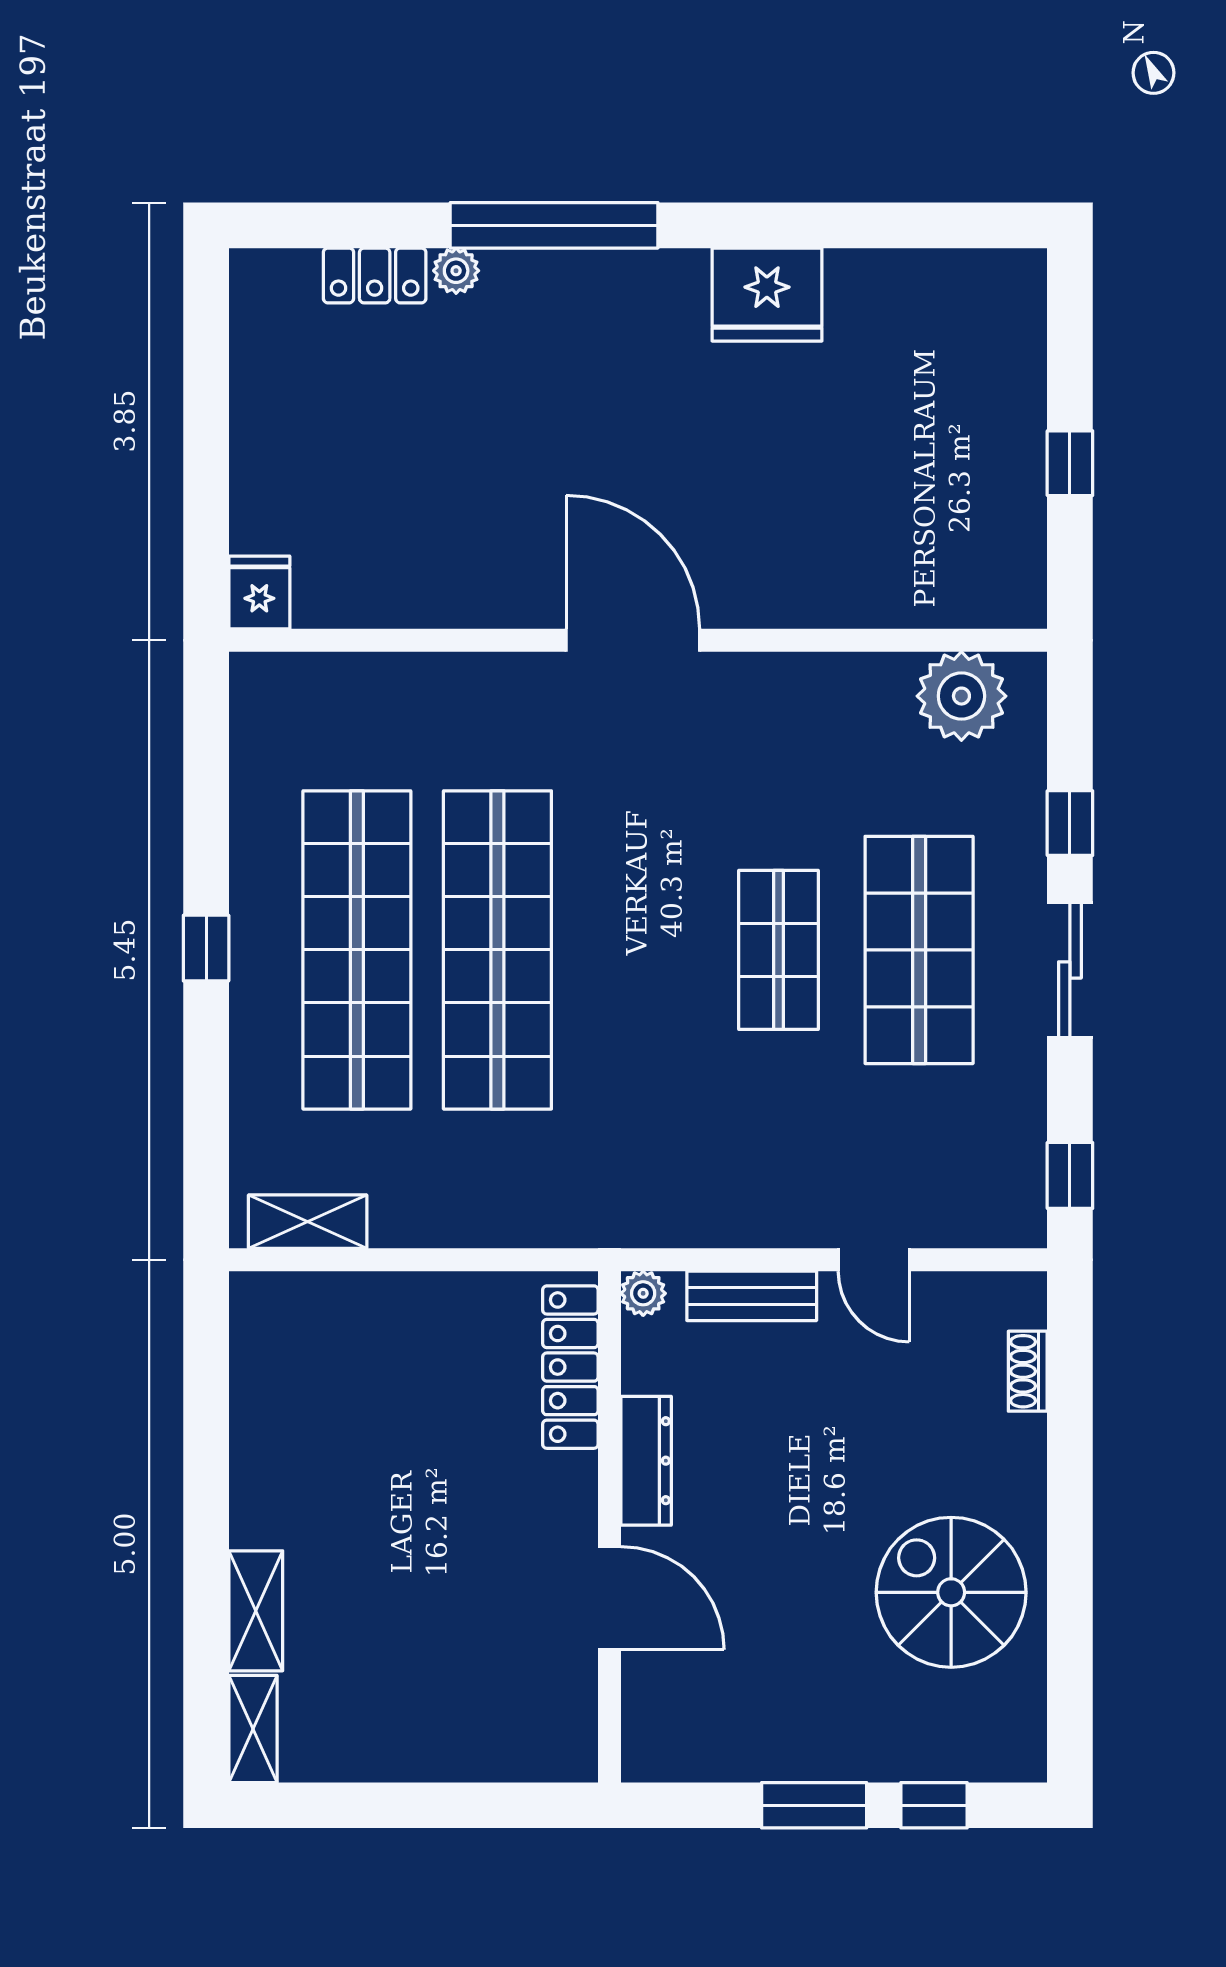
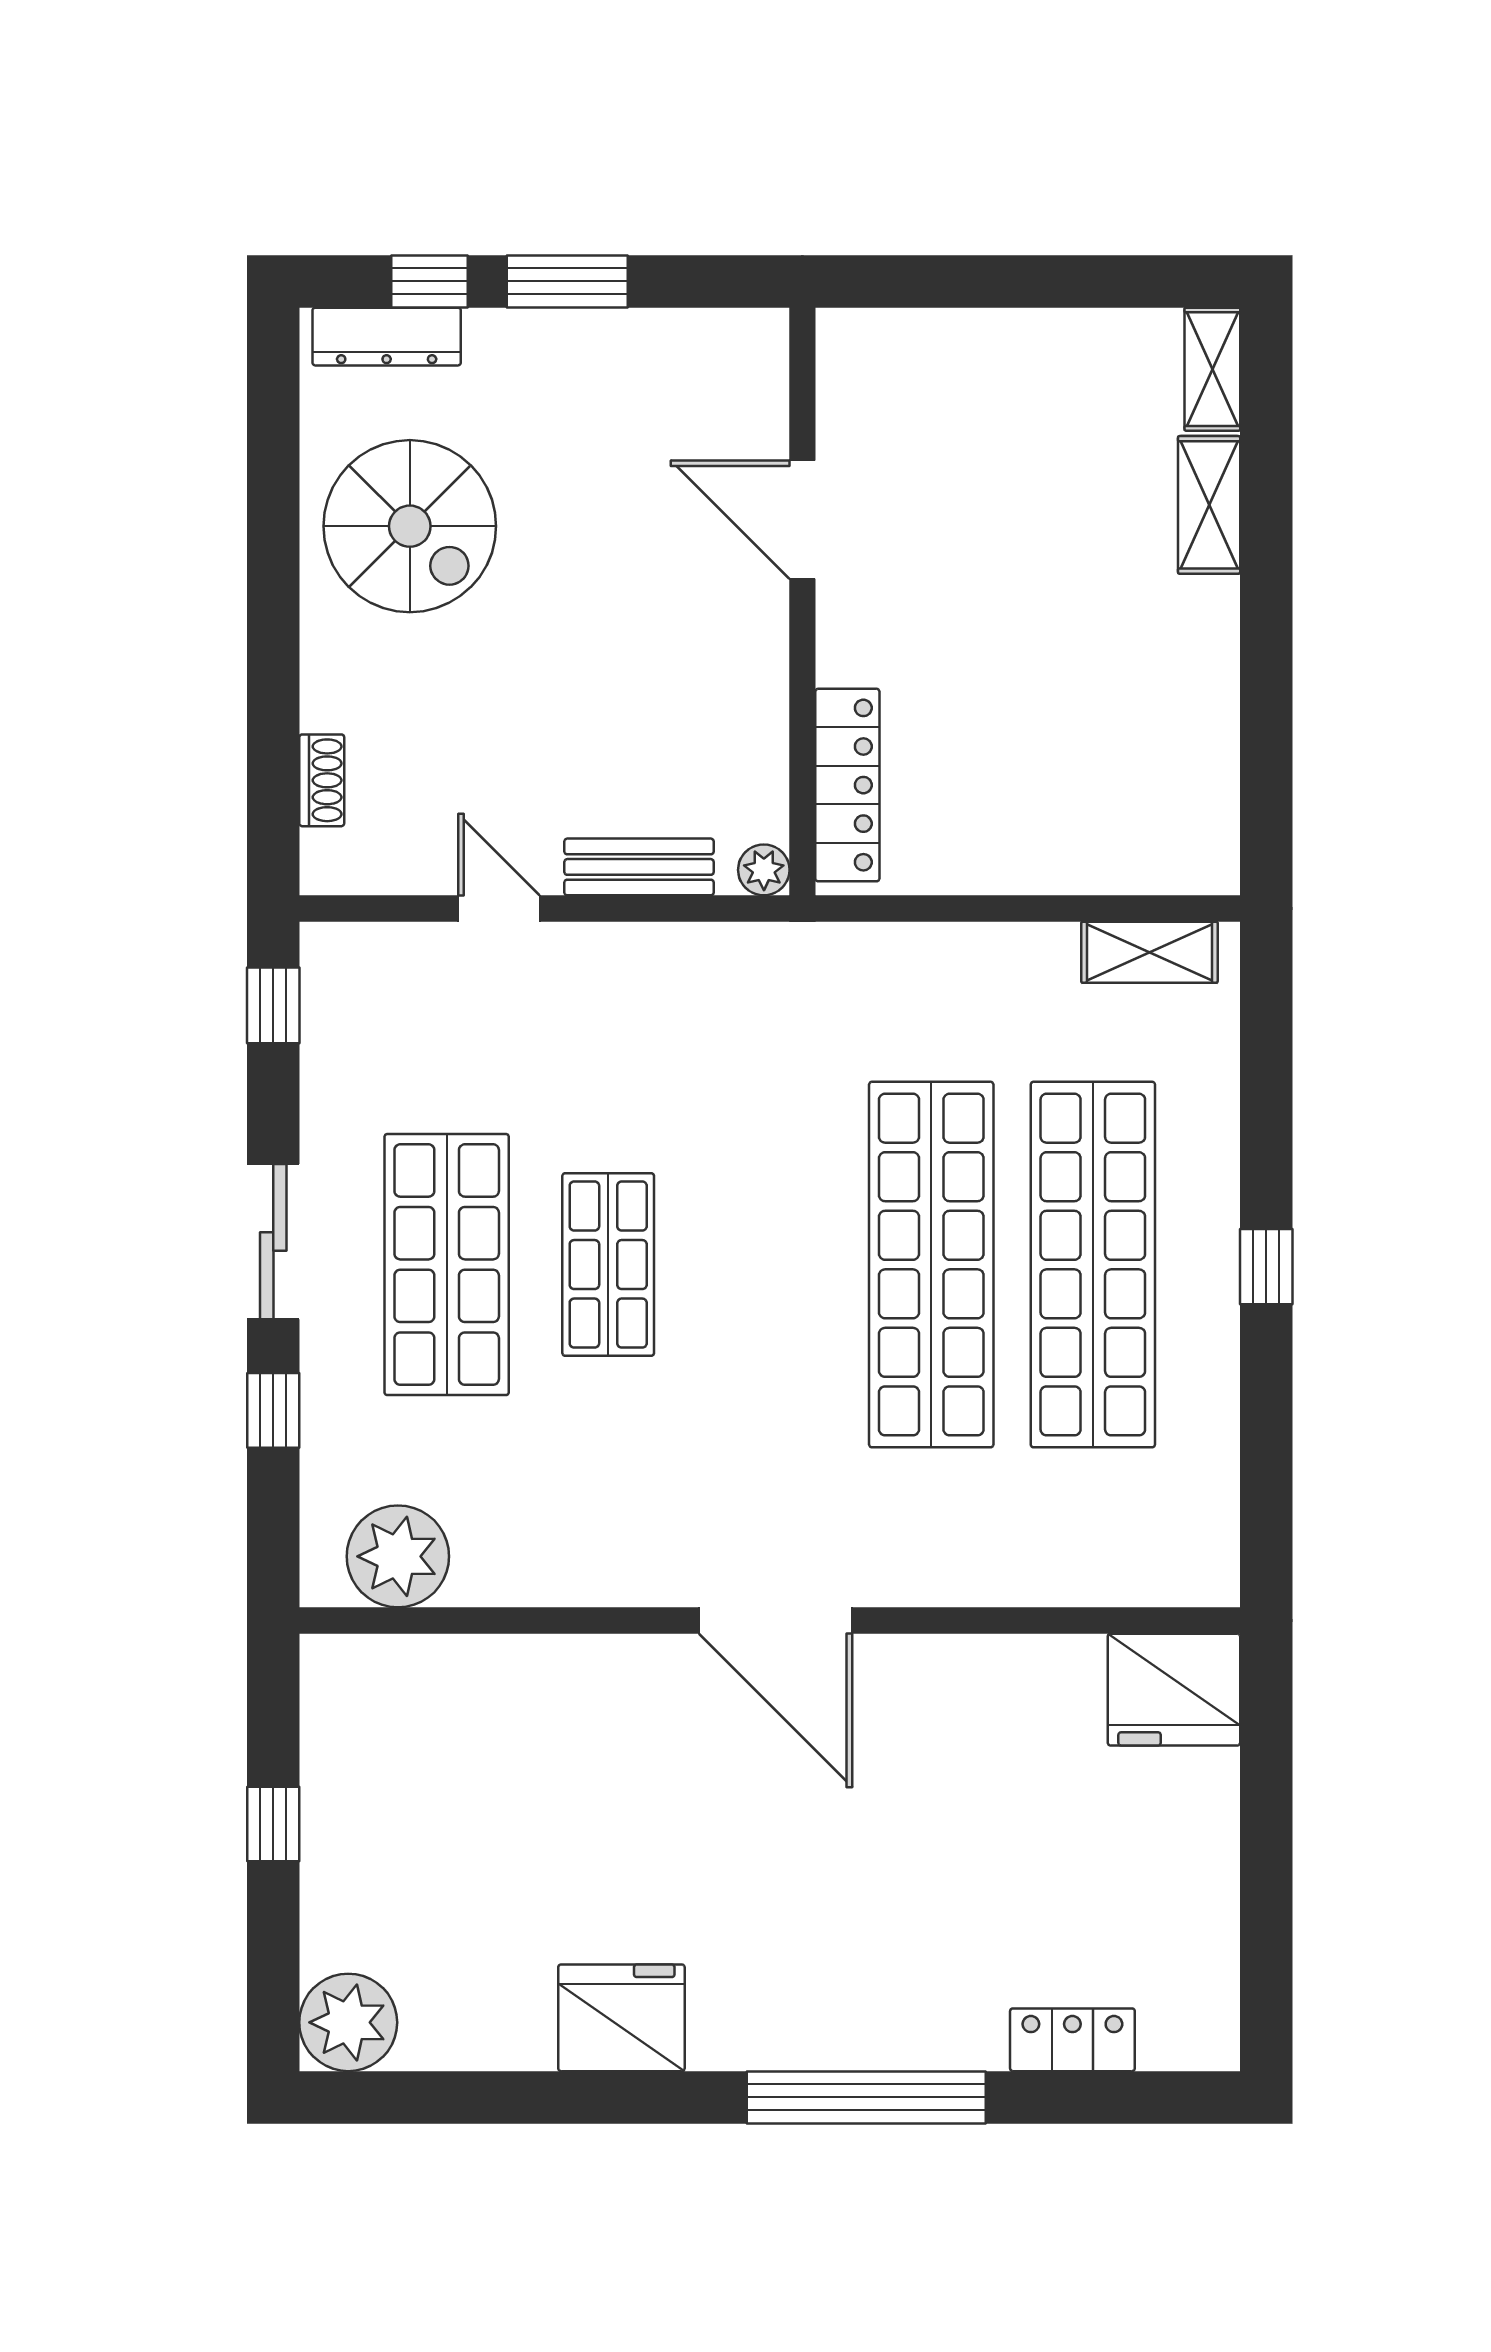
plant: (456, 271) -> (348, 2022), moved, width x1.88, depth x1.88
fridge: (259, 592) -> (1174, 1690), width x1.88, depth x1.34
dresser: (646, 1461) -> (387, 337), moved, turned -90

